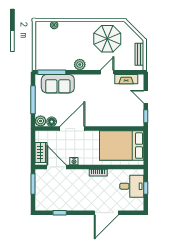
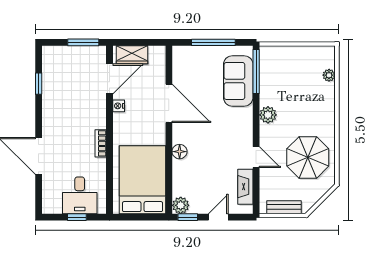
plant: (41, 121) -> (181, 205), moved
floor lamp: (52, 122) -> (180, 152), moved

